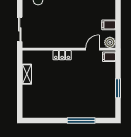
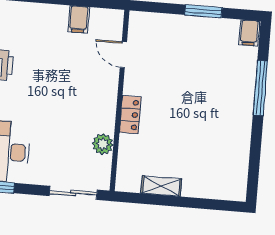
plant: (110, 42) -> (103, 144), moved
filing cabinet: (109, 57) -> (249, 33), moved

